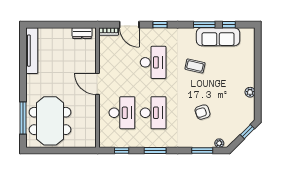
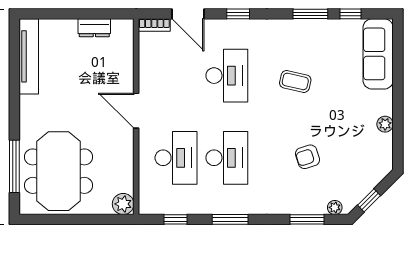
dresser: (82, 33) -> (94, 28), moved
sofa: (218, 37) -> (378, 54), moved, turned 90
window: (247, 132) -> (369, 200), moved
plant: (90, 141) -> (123, 204), added

